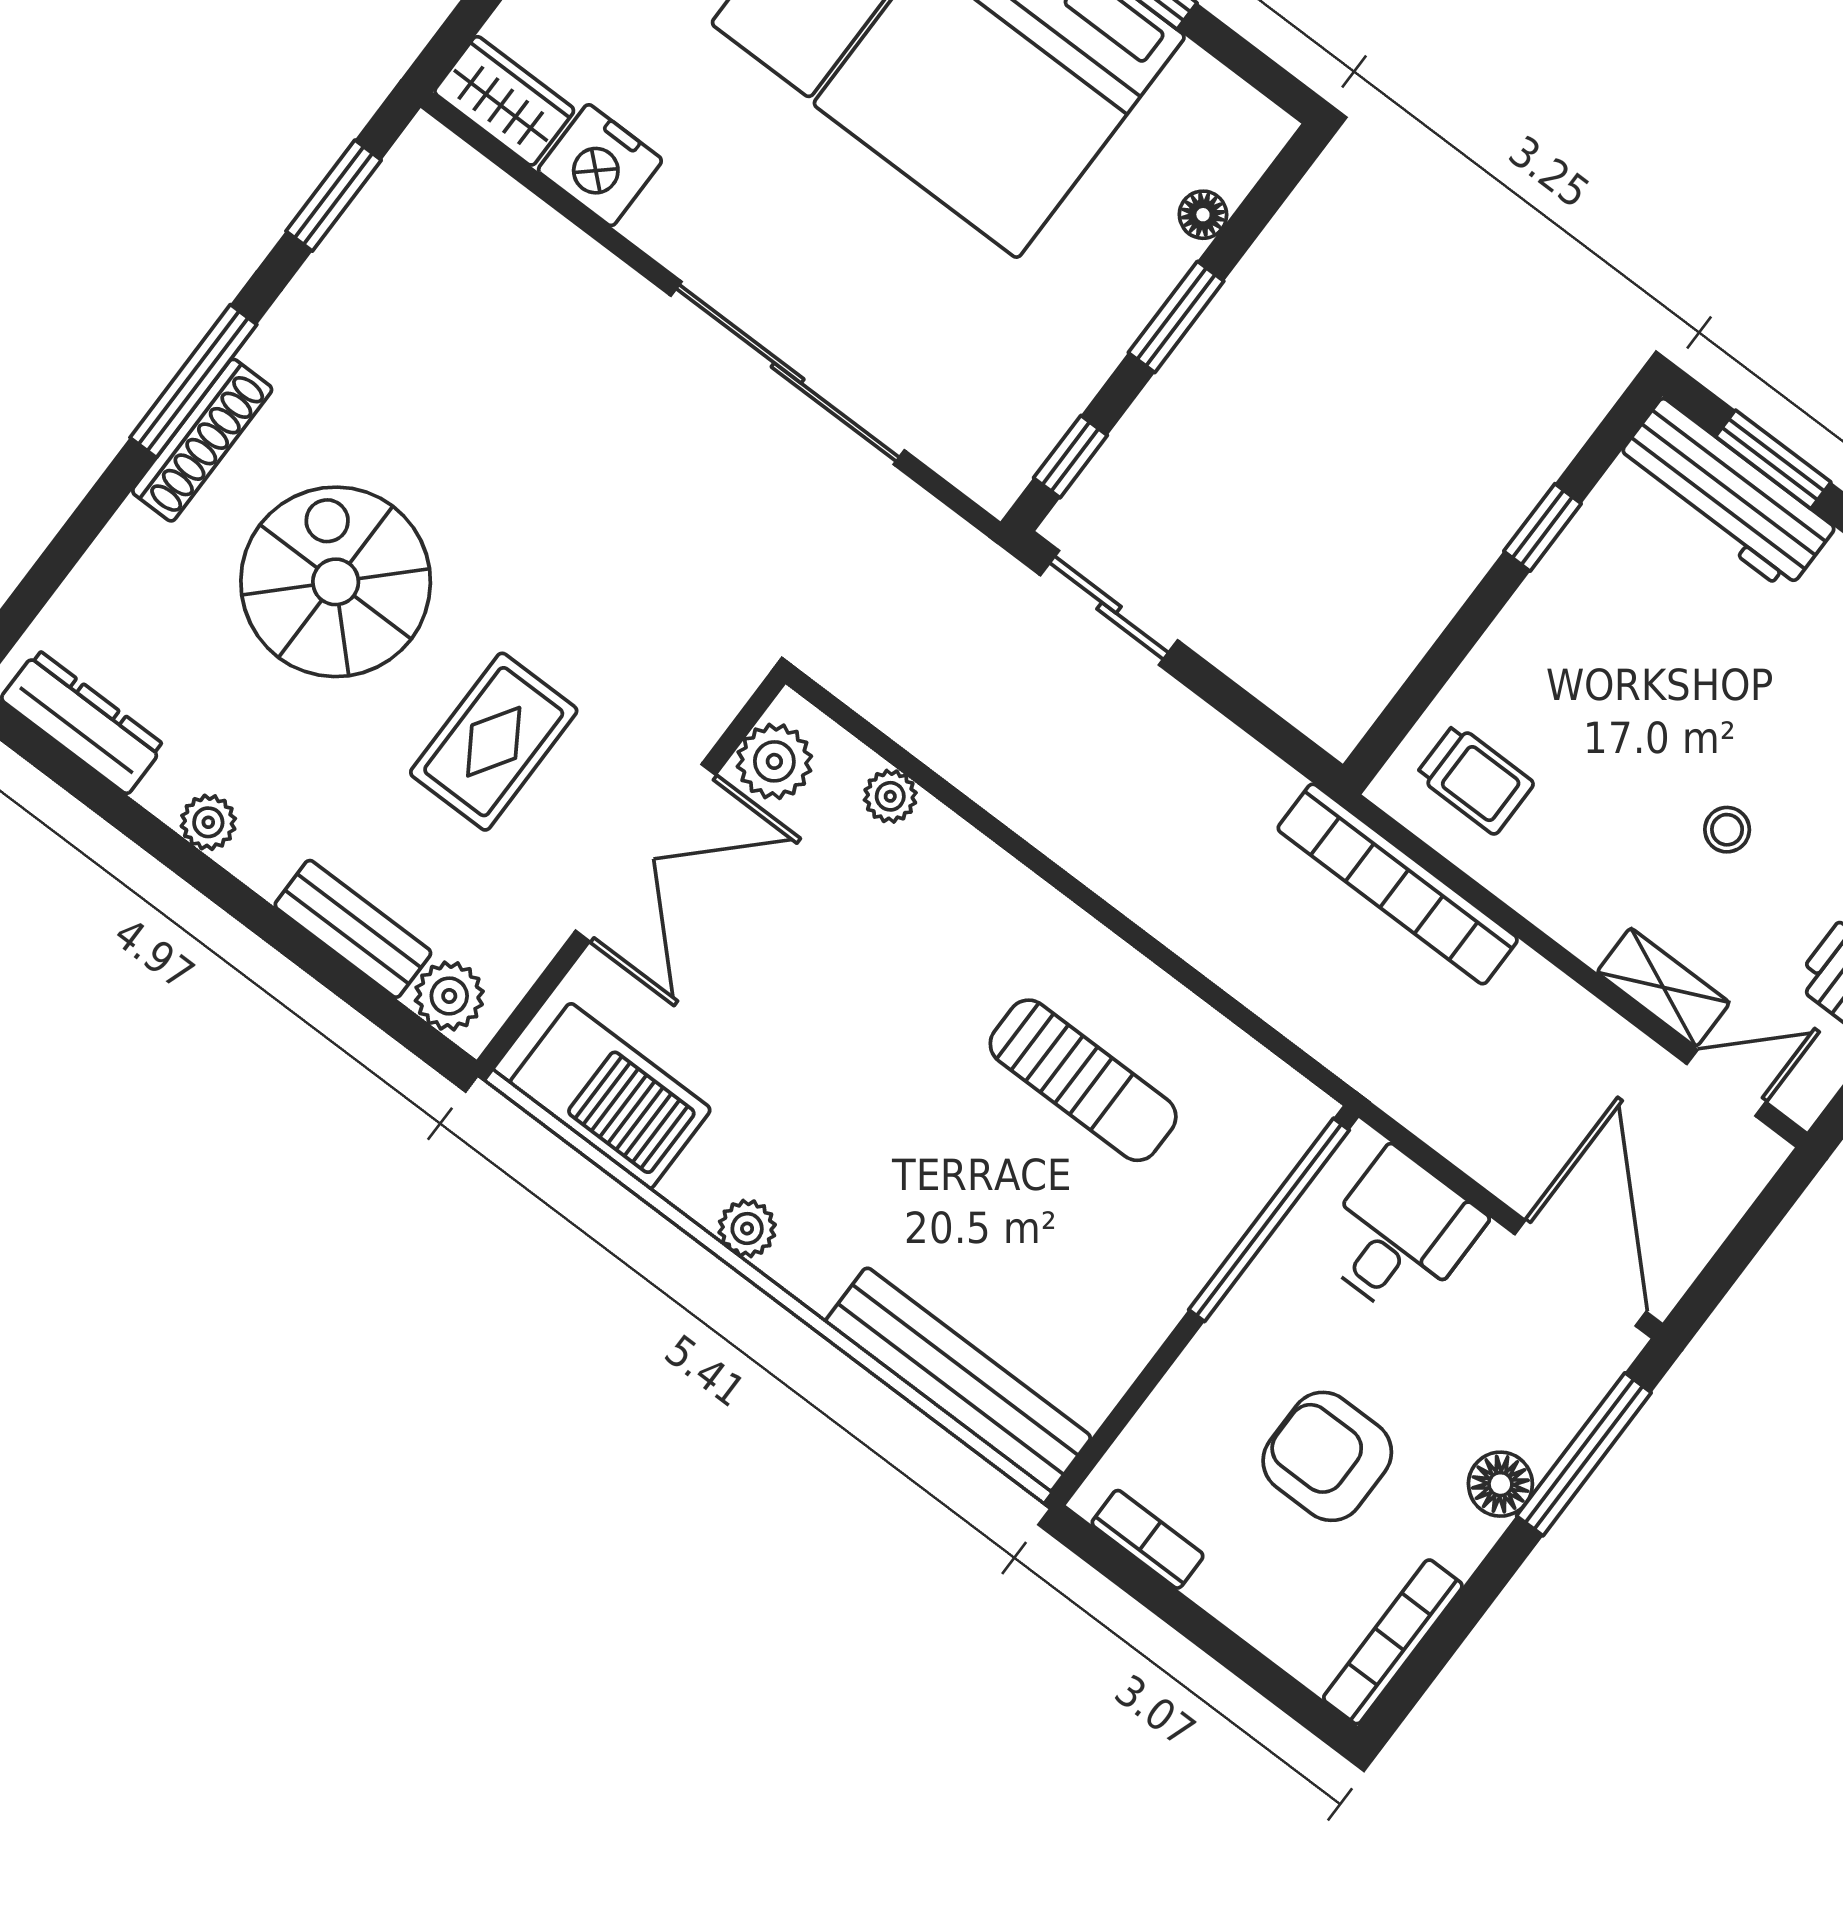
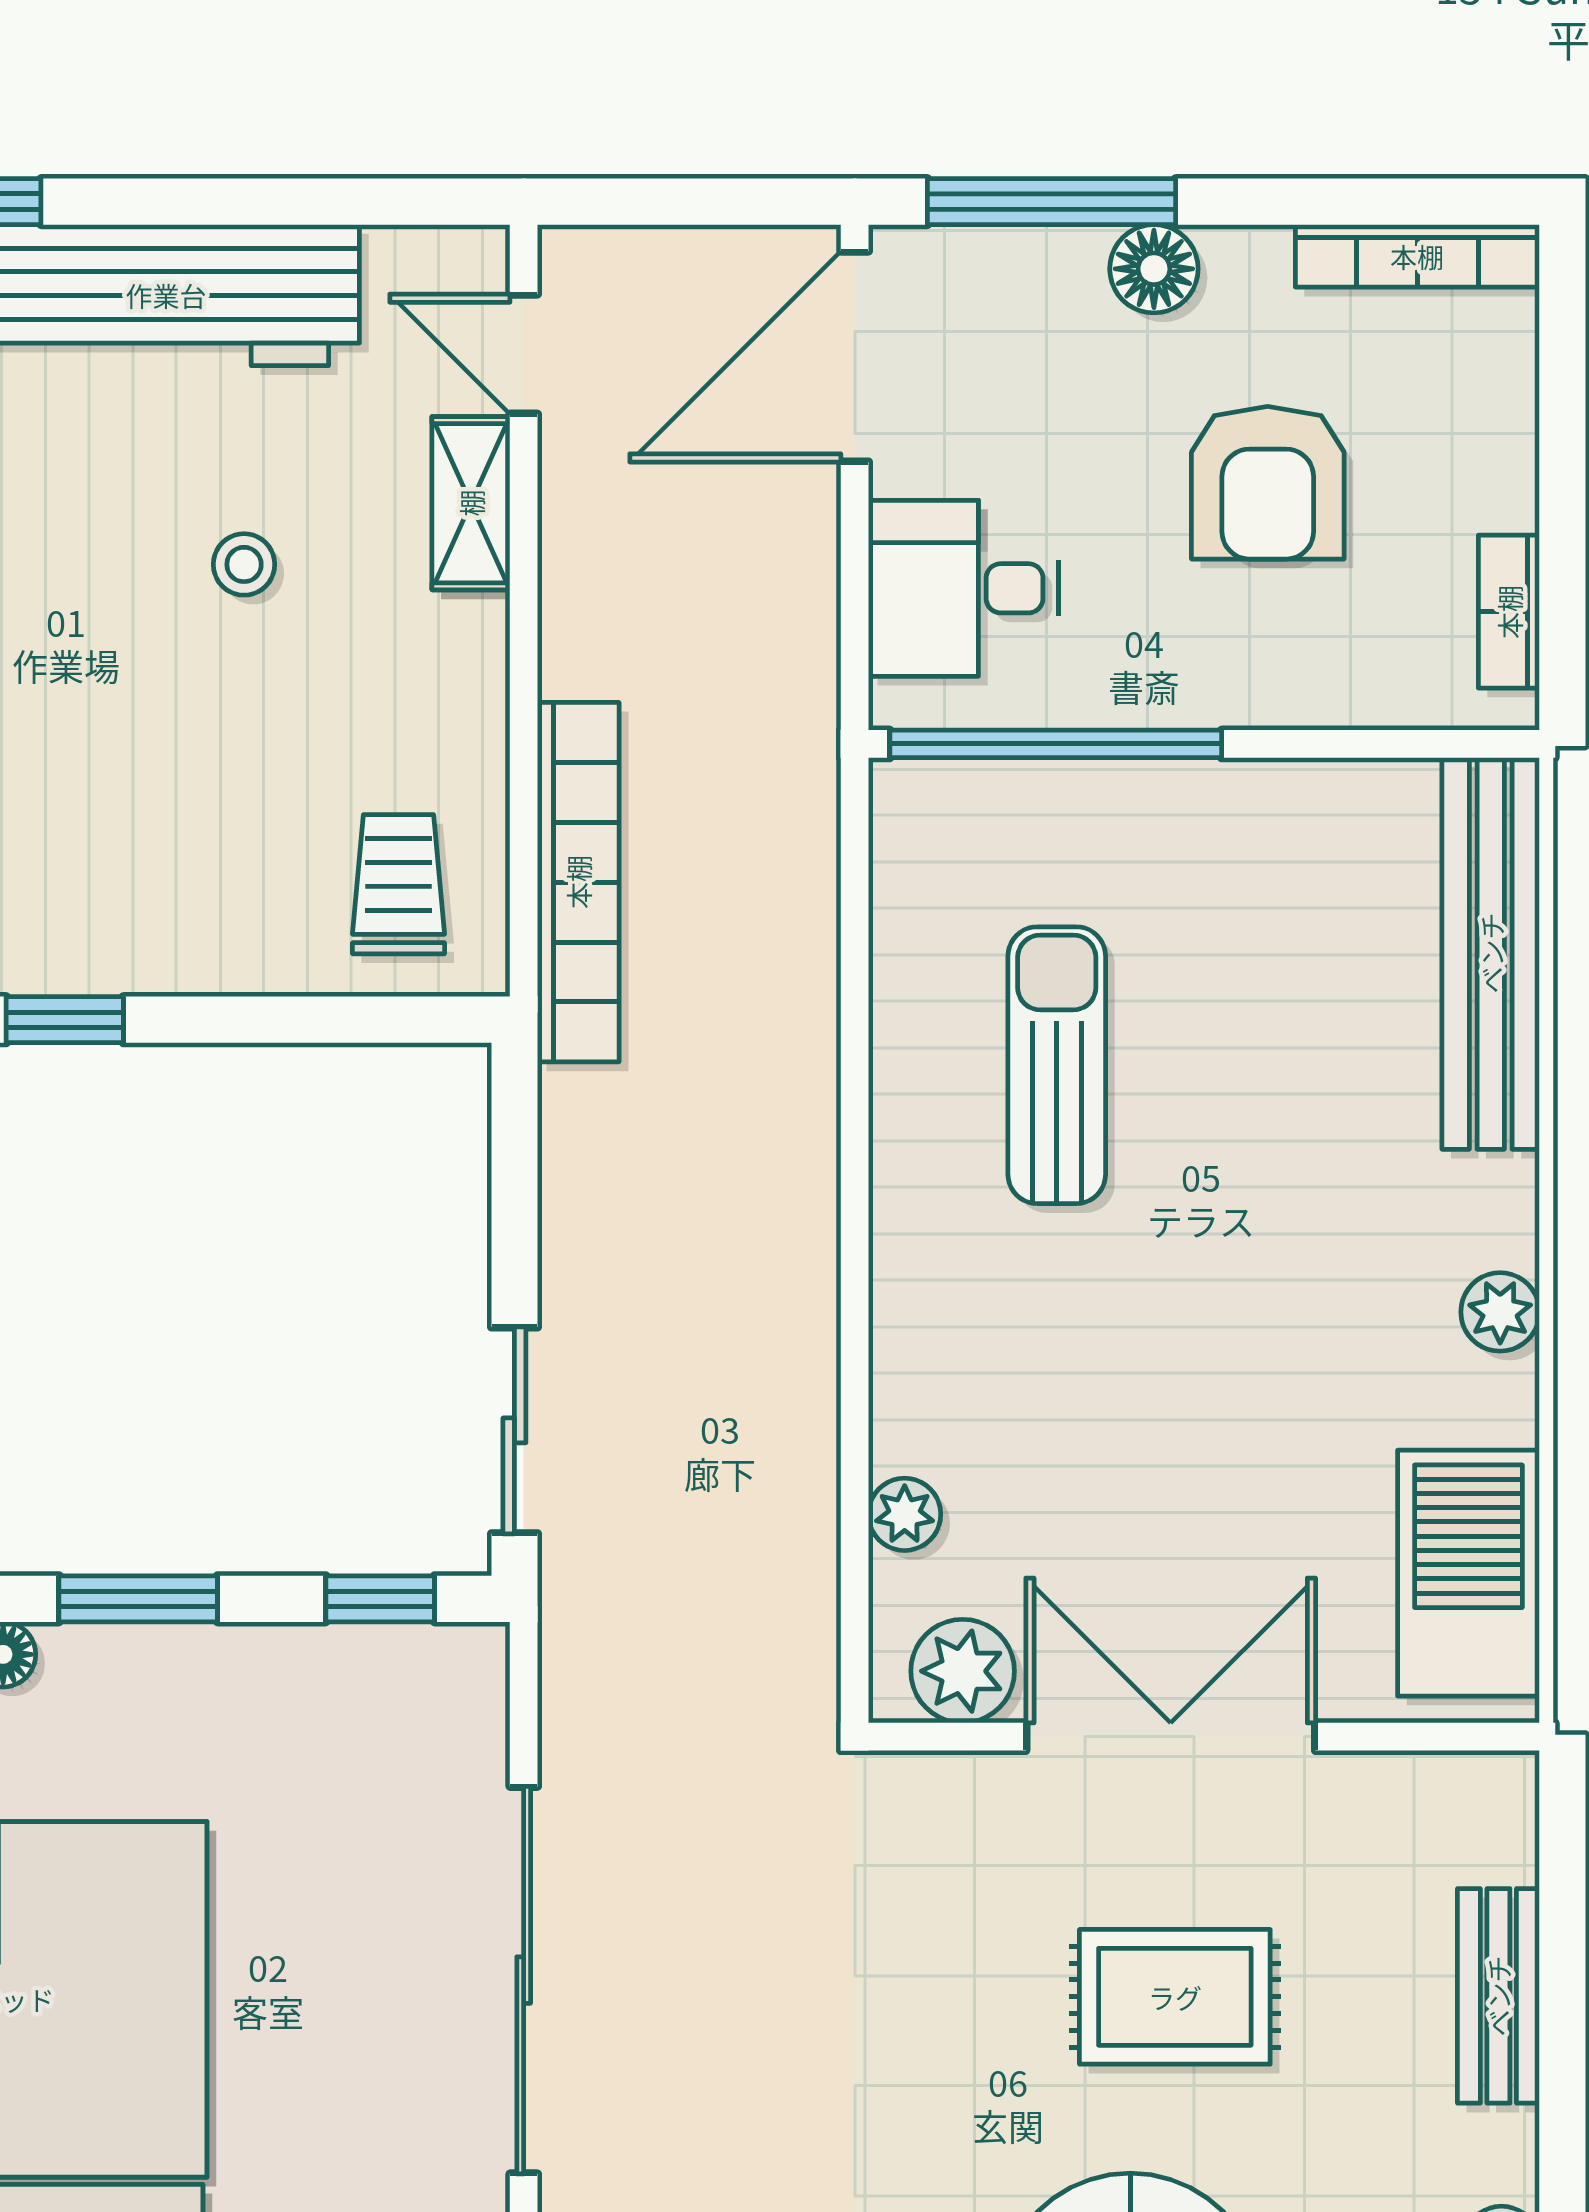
plant: (449, 996) -> (1492, 1834), removed

